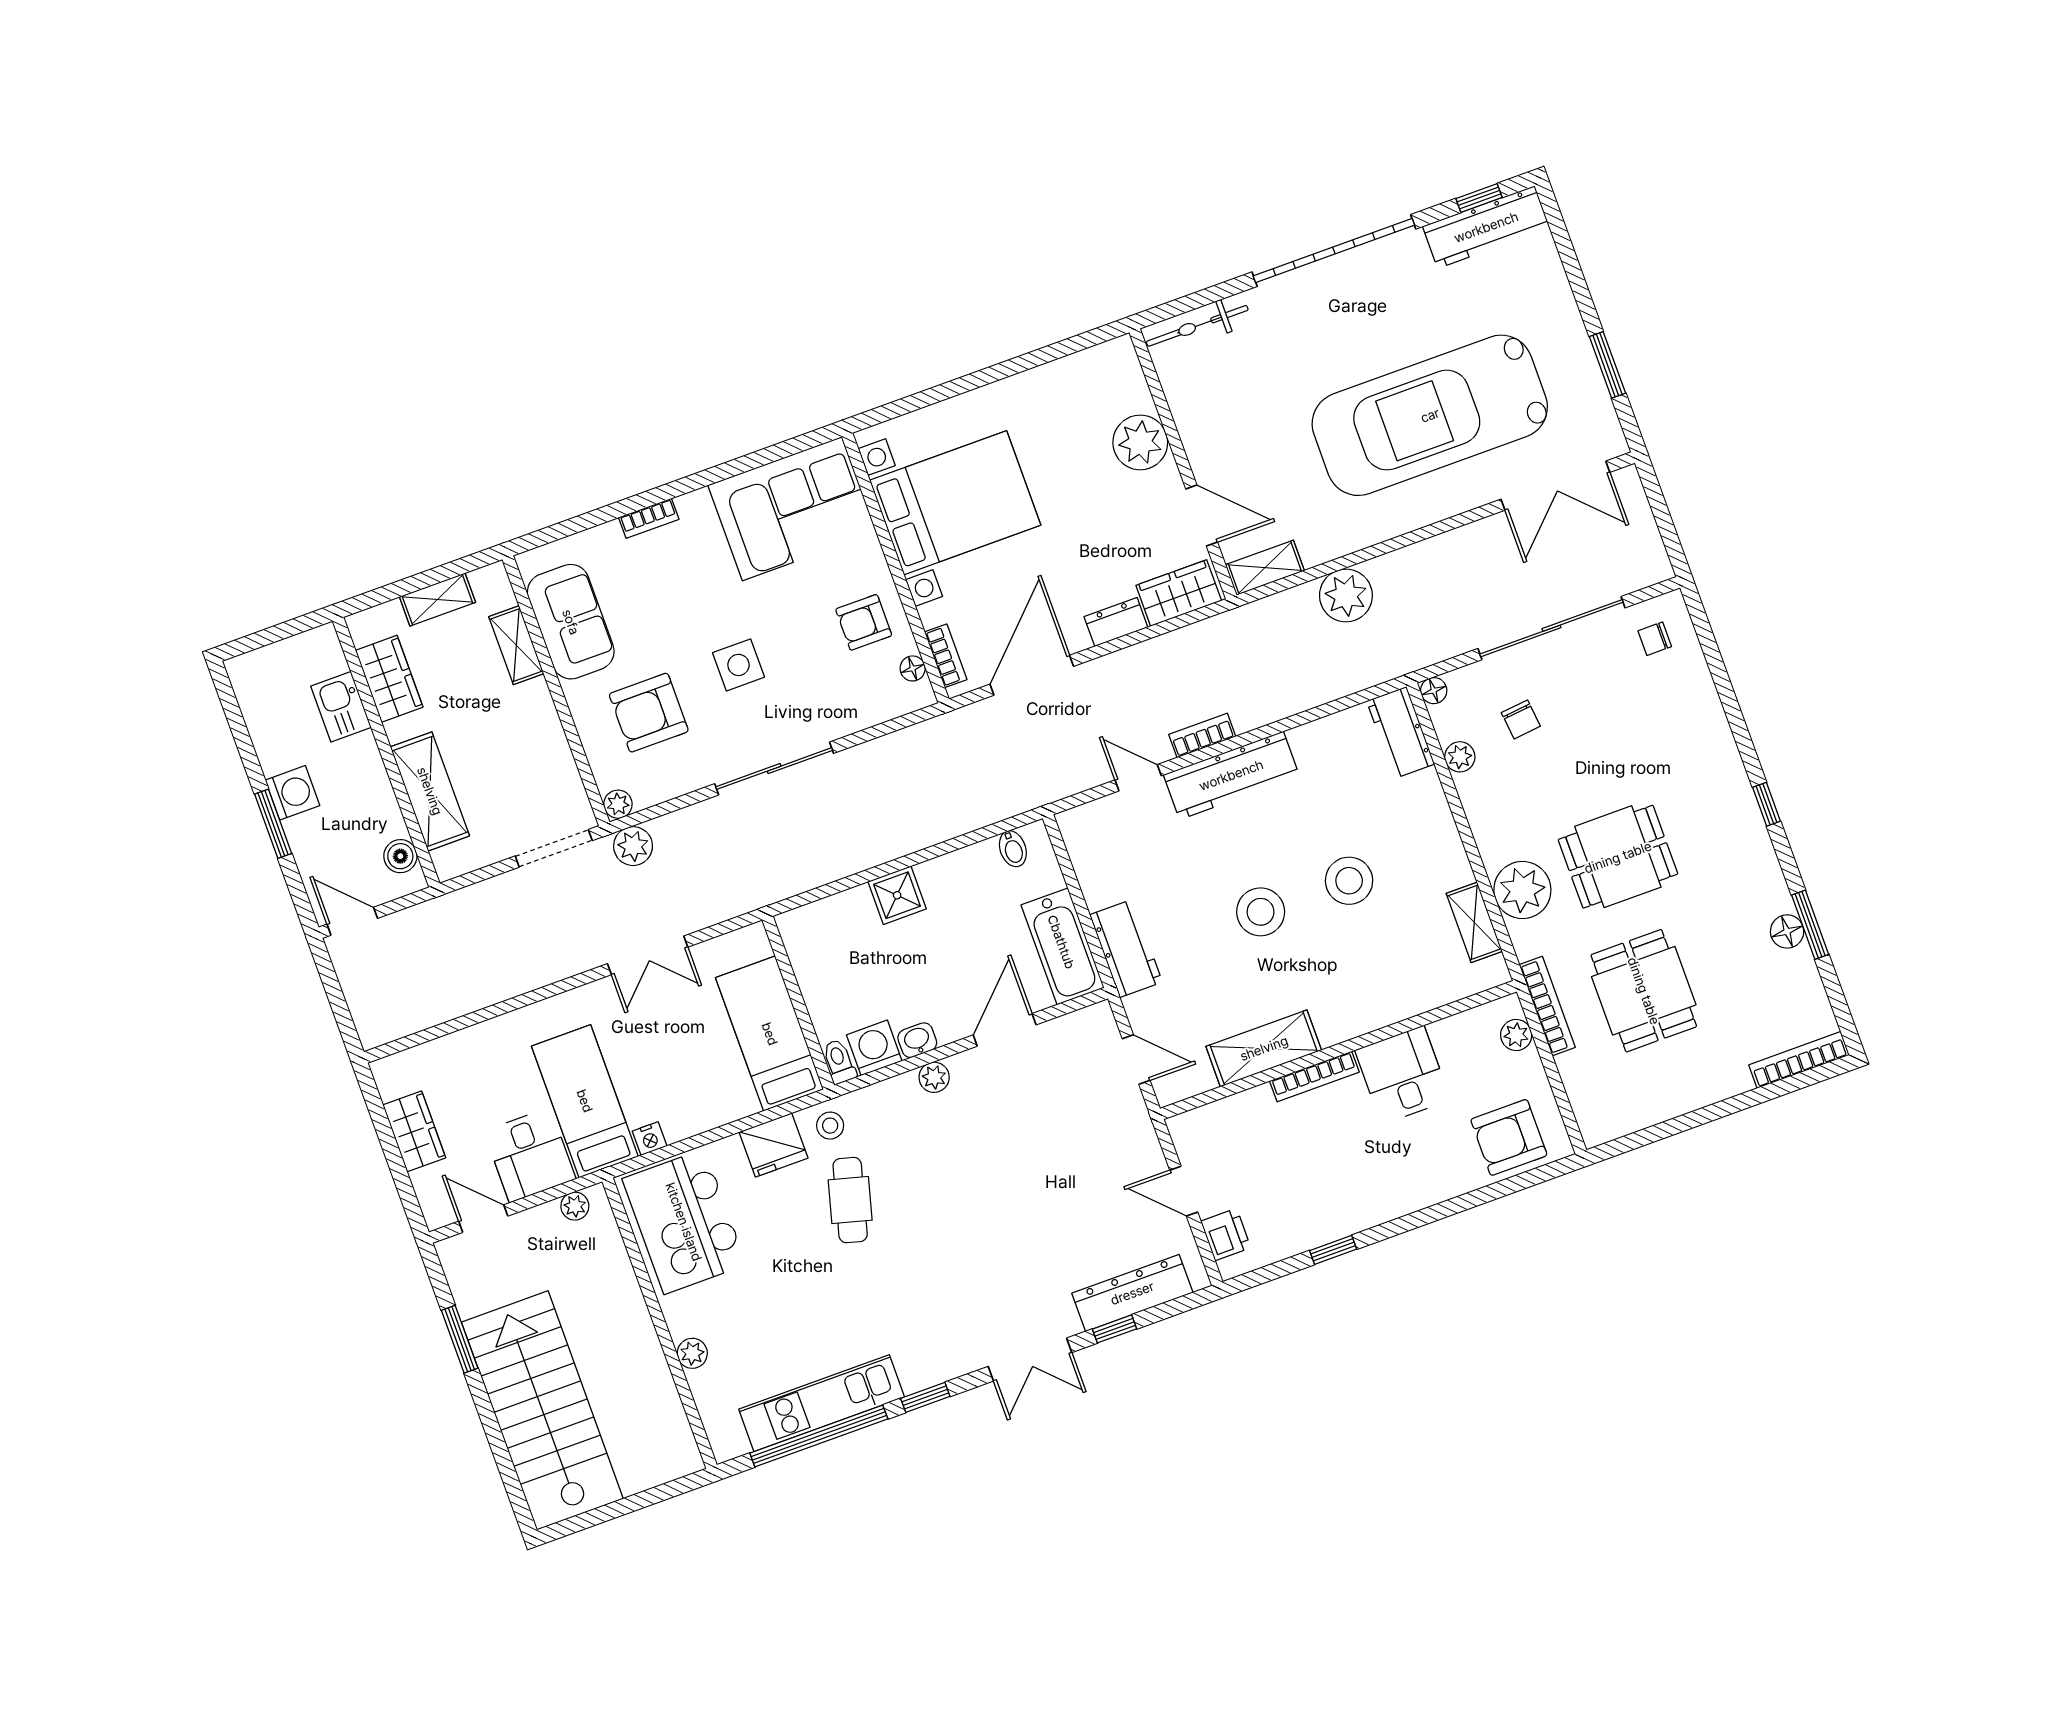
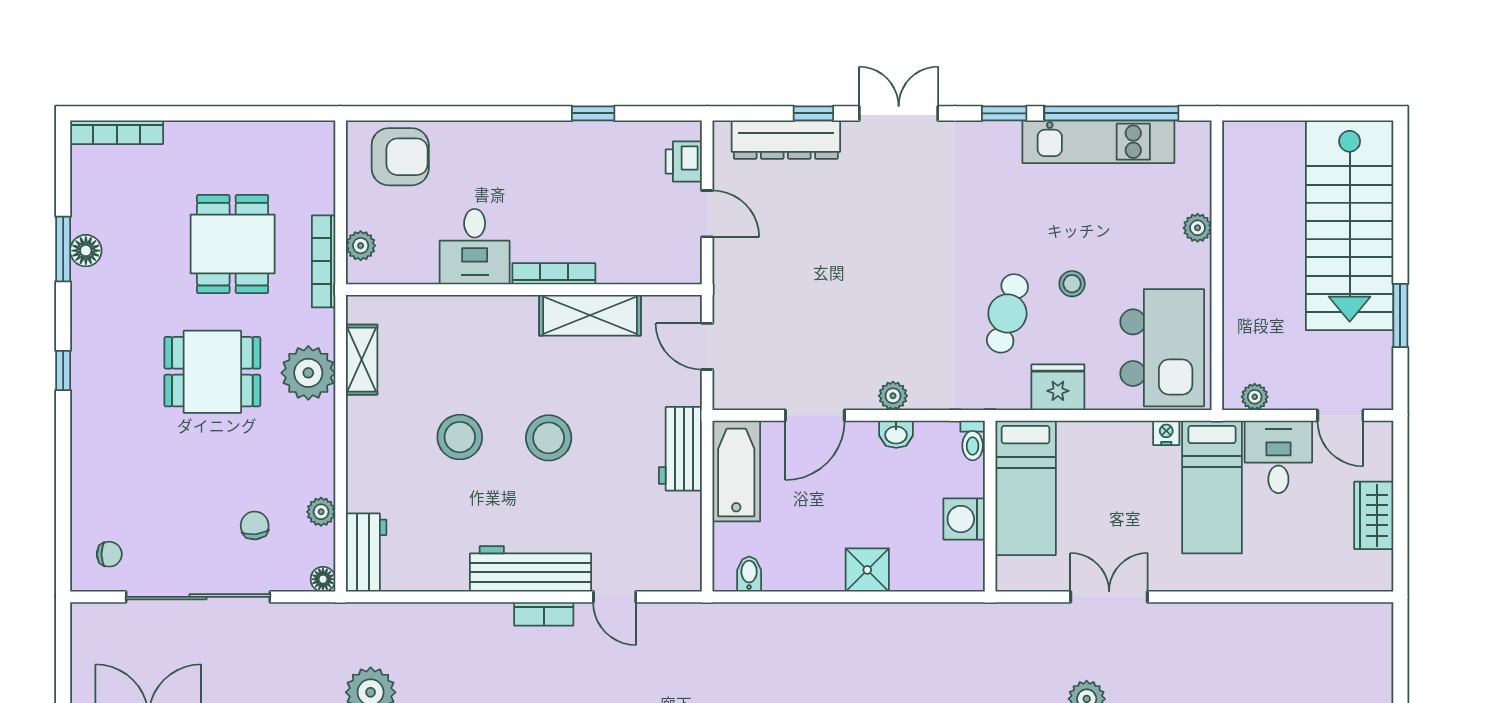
washing machine: (874, 1048) -> (964, 519), moved, turned 90
stool: (830, 1126) -> (1072, 284), moved

